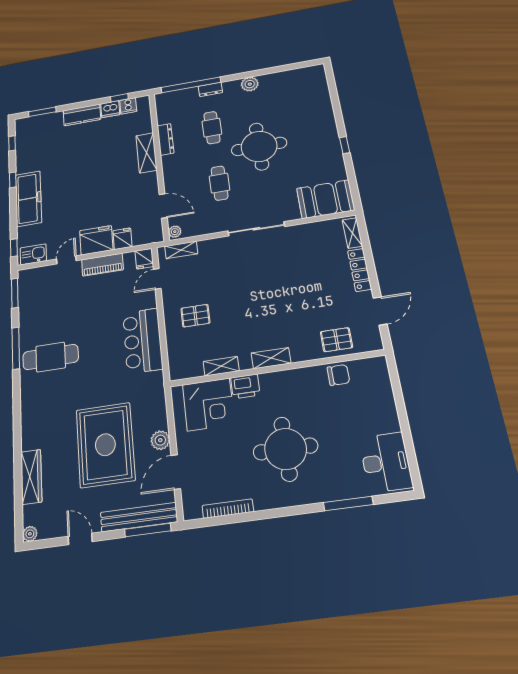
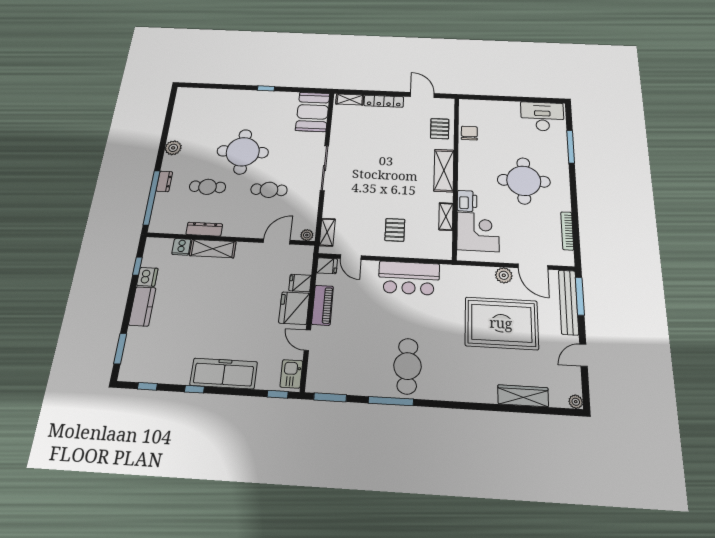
cooker: (128, 106) -> (181, 247), moved, turned 90
shelving: (271, 358) -> (444, 170), width x1.50, depth x1.33

